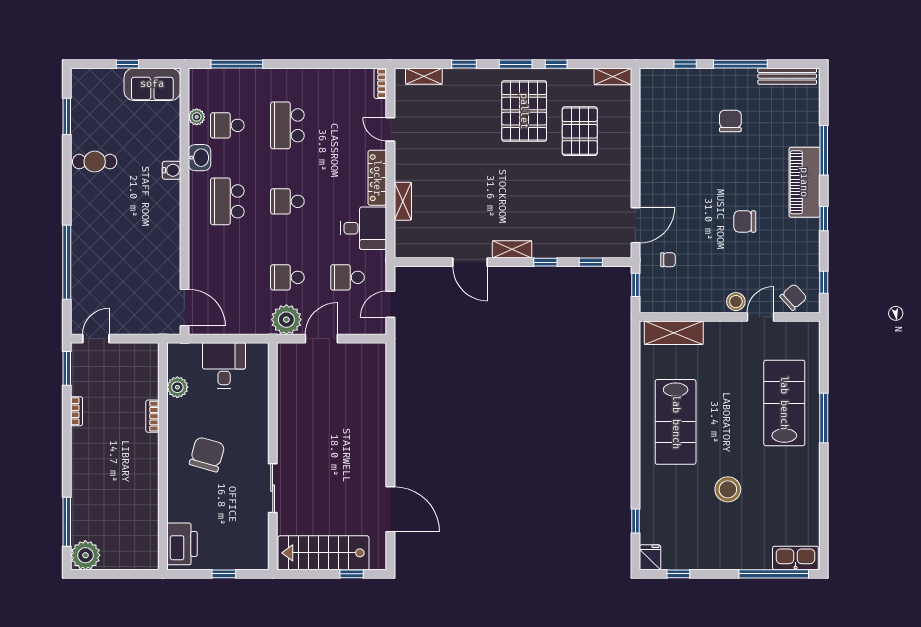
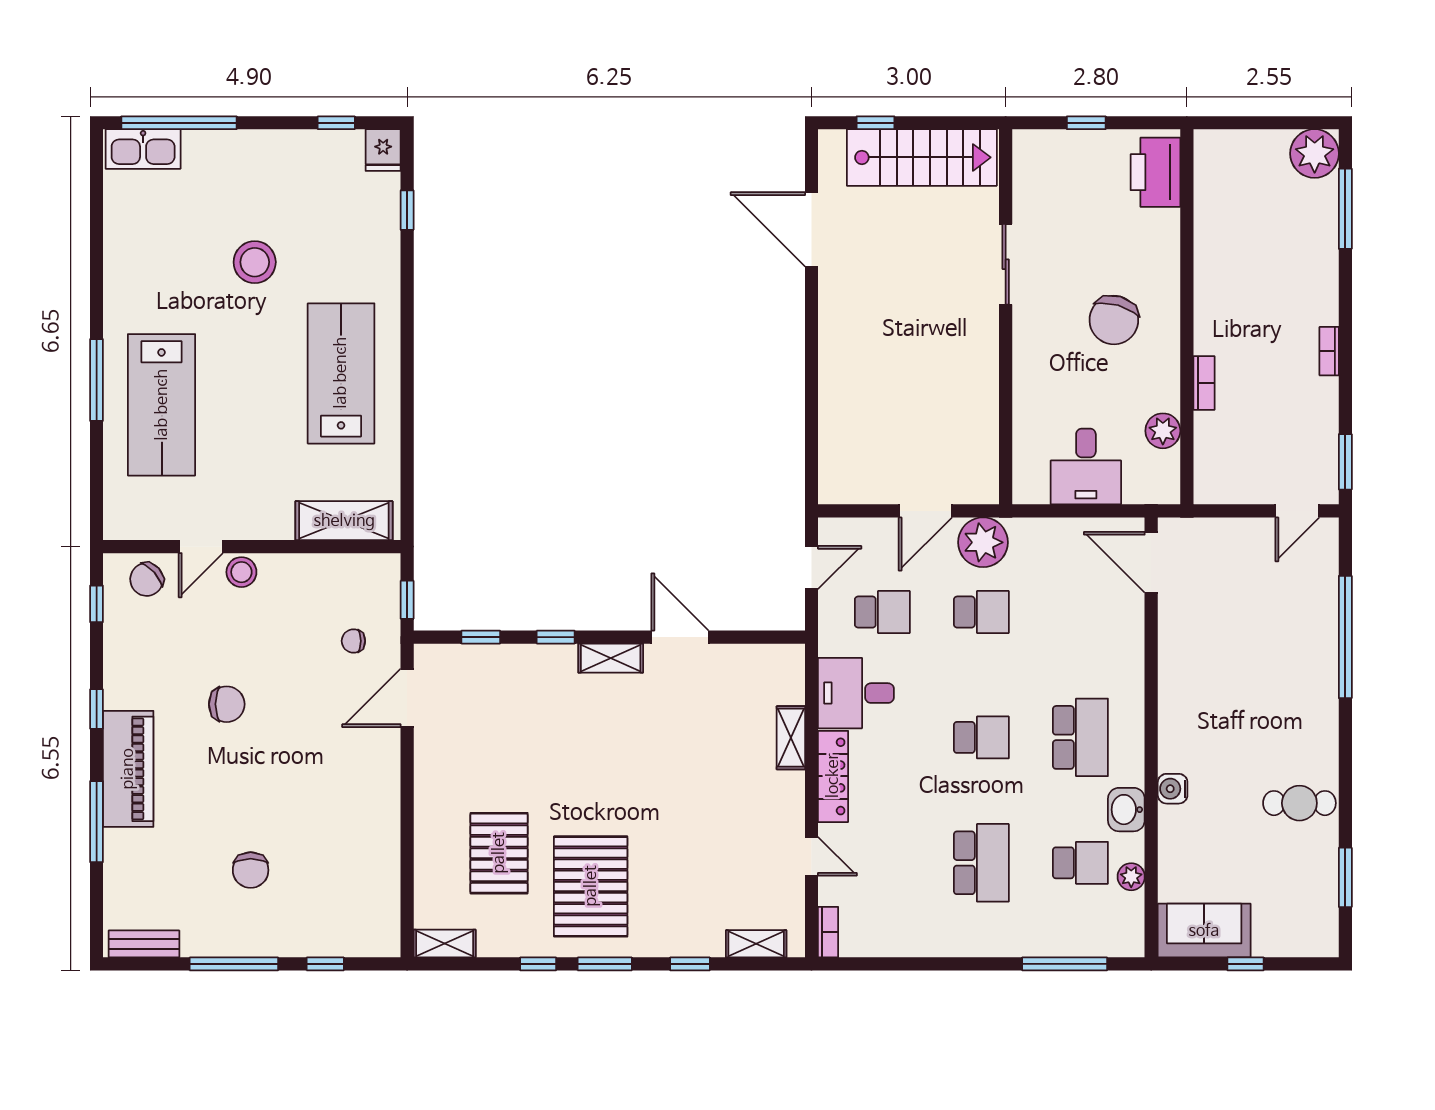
bench: (787, 76) -> (144, 944), width x0.73
bookcase: (77, 411) -> (1329, 351), moved

